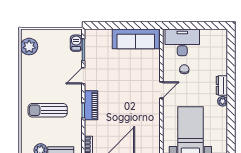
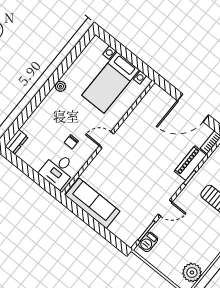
desk: (182, 42) -> (58, 170), width x0.73
dresser: (222, 85) -> (17, 142), moved
piano: (91, 105) -> (190, 163), moved

